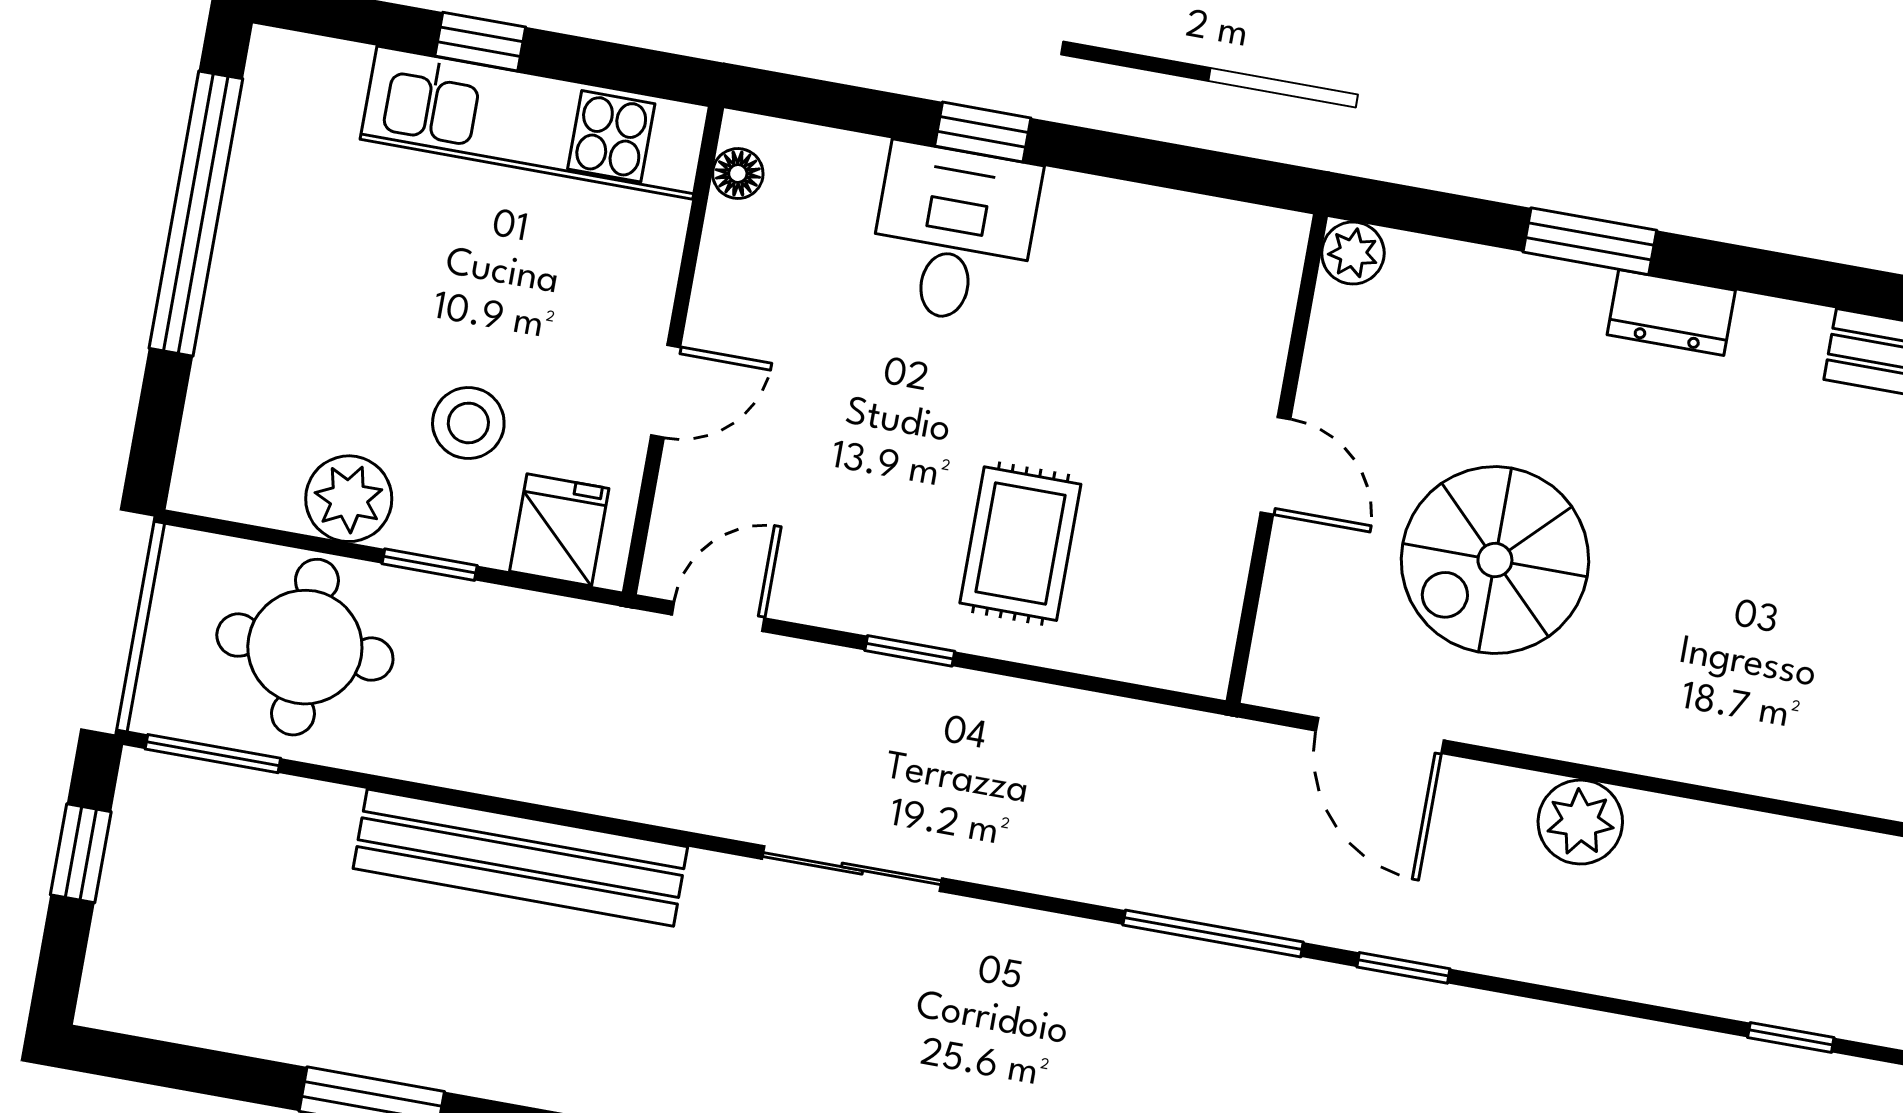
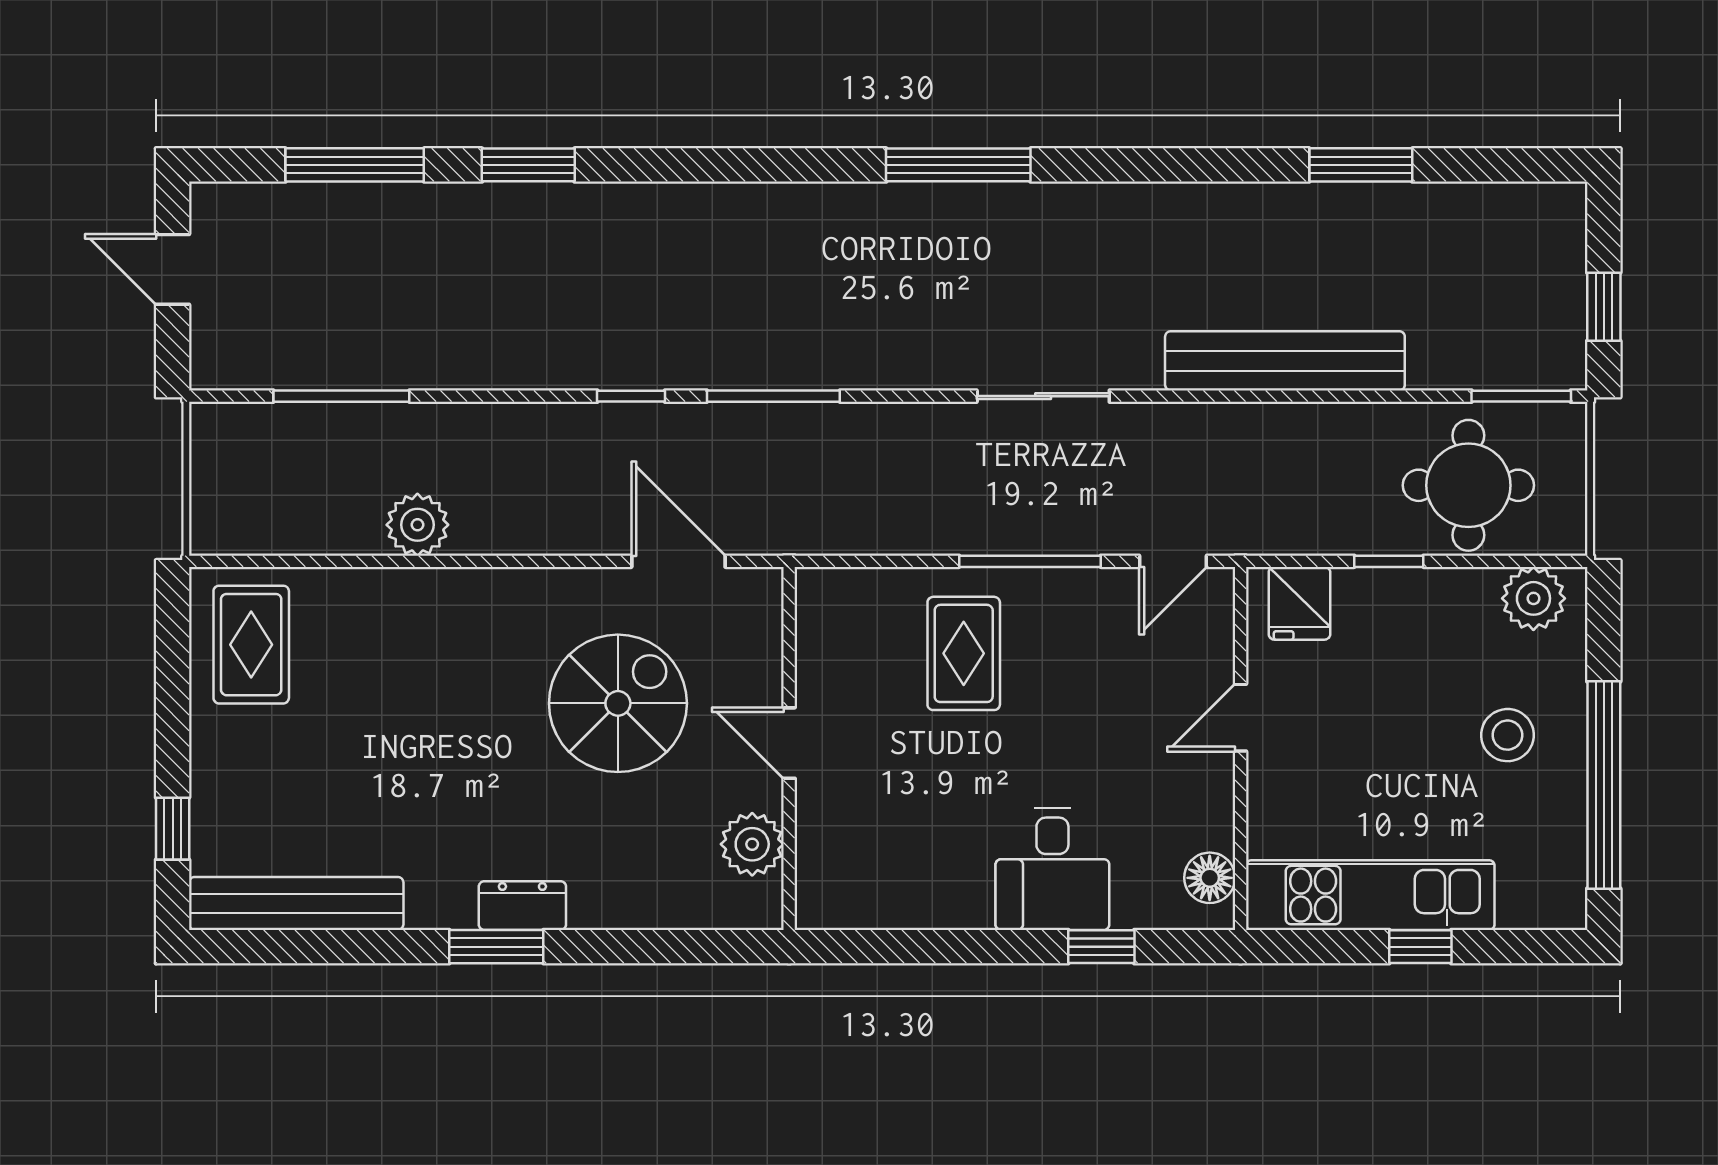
window: (983, 132) -> (1101, 947), moved
floor lamp: (738, 174) -> (1210, 878), width x1.37, depth x1.37
window: (1590, 241) -> (496, 947), moved
plant: (1353, 253) -> (752, 844), moved, width x1.38, depth x1.38
stool: (468, 423) -> (1507, 735), moved
plant: (349, 499) -> (1533, 598), moved
window: (910, 651) -> (1030, 561), width x2.17
plant: (1580, 822) -> (417, 525), moved
window: (1791, 1038) -> (341, 396), width x2.17

